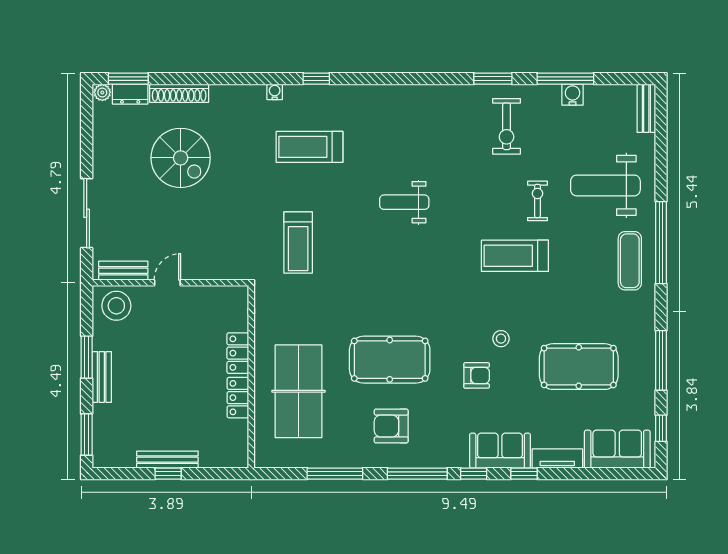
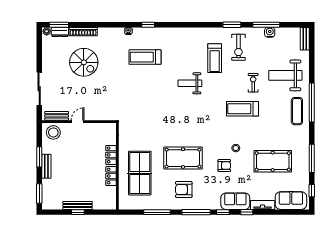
treadmill: (298, 243) -> (215, 58), moved

